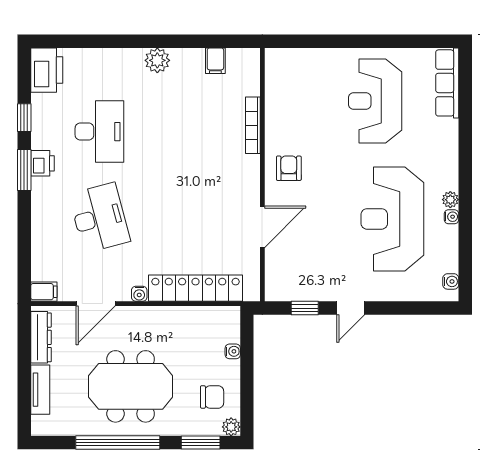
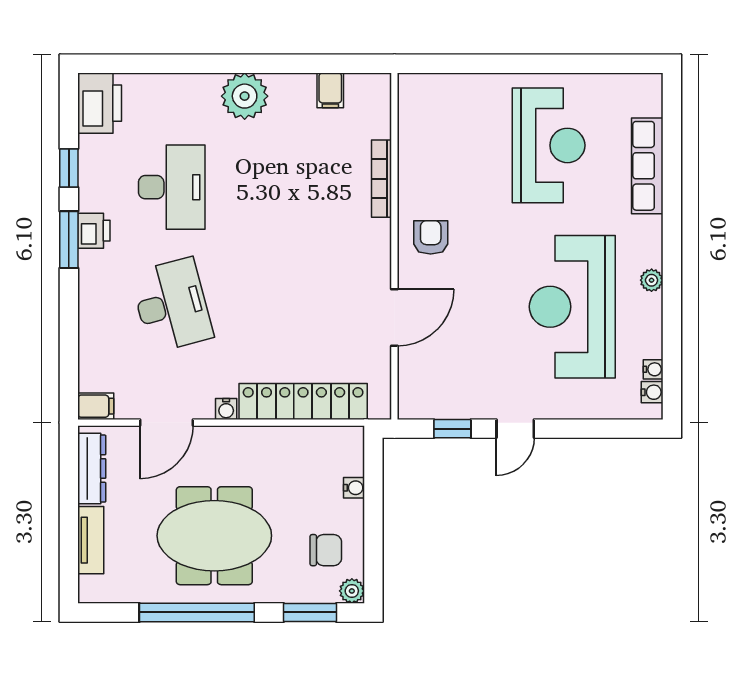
plant: (157, 60) -> (245, 96), width x1.36, depth x1.36
row of seats: (447, 83) -> (647, 166), moved
reception desk: (375, 101) -> (549, 145), turned 180
water cooler: (451, 217) -> (653, 369), moved

